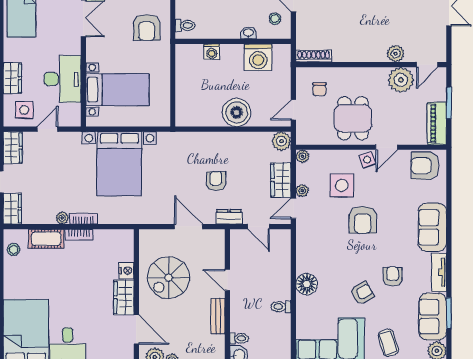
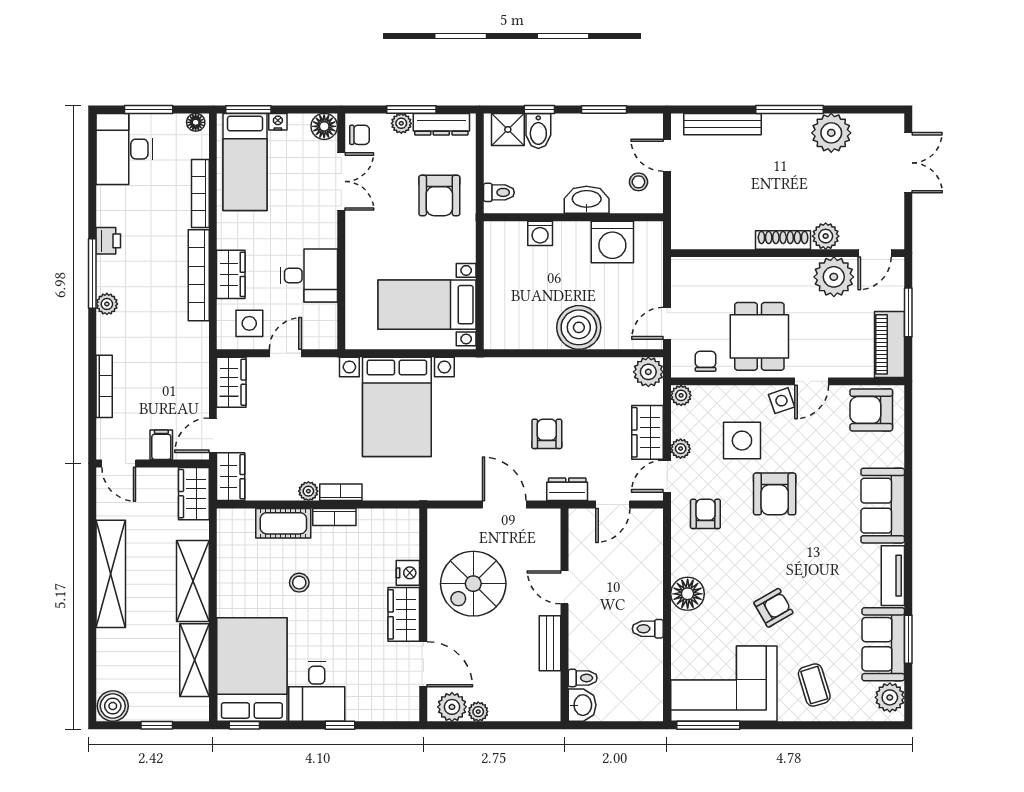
washbasin: (249, 33) -> (587, 200), width x1.91, depth x1.45
shoe rack: (314, 56) -> (783, 240), moved
desk: (63, 79) -> (309, 275), width x0.73
chair: (319, 89) -> (706, 361), moved, turned 180
bed with nightstands: (117, 90) -> (427, 305), moved, turned 180
door: (259, 227) -> (613, 505), hinge flipped
stool: (14, 250) -> (299, 583), moved
armchair: (393, 277) -> (705, 514), moved

